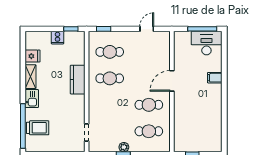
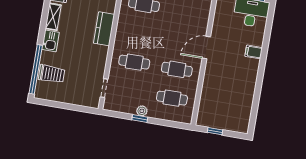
cafe table: (110, 78) -> (134, 62), moved

